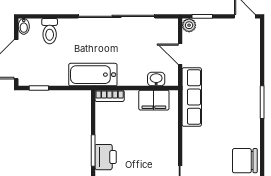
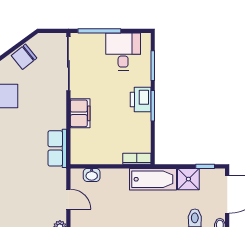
shower: (56, 75) -> (188, 179), added
row of seats: (192, 97) -> (57, 148), width x0.68
filing cabinet: (154, 100) -> (80, 113), moved, turned 90

